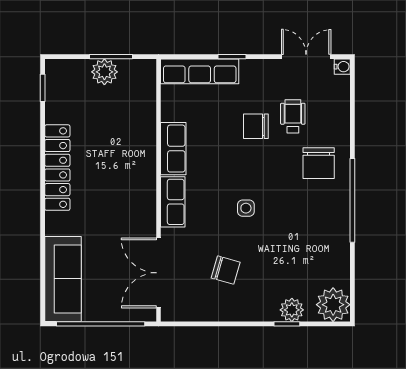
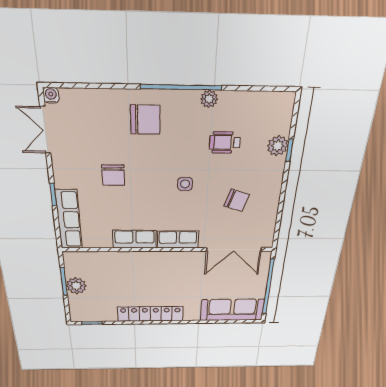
wheelchair: (293, 116) -> (225, 142), moved
chair: (226, 270) -> (237, 200), turned 92
plant: (333, 305) -> (209, 99), moved, width x0.53, depth x0.53

